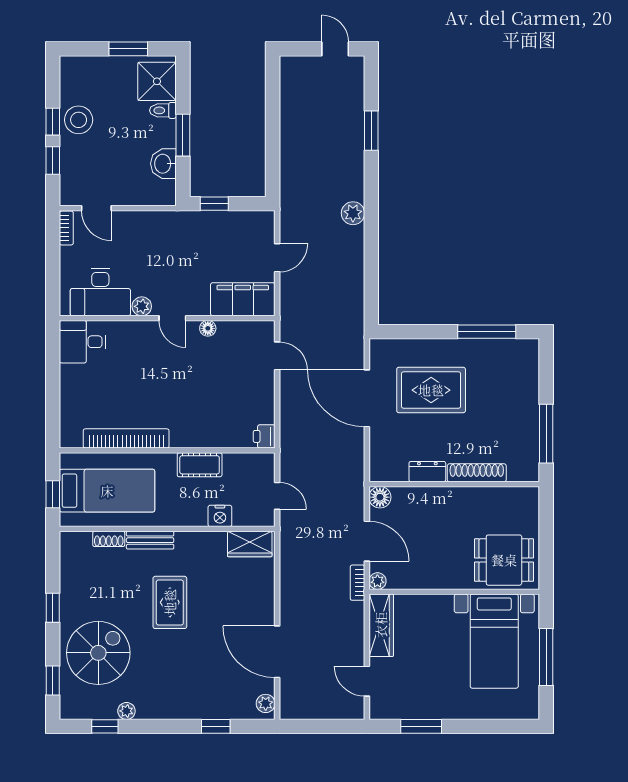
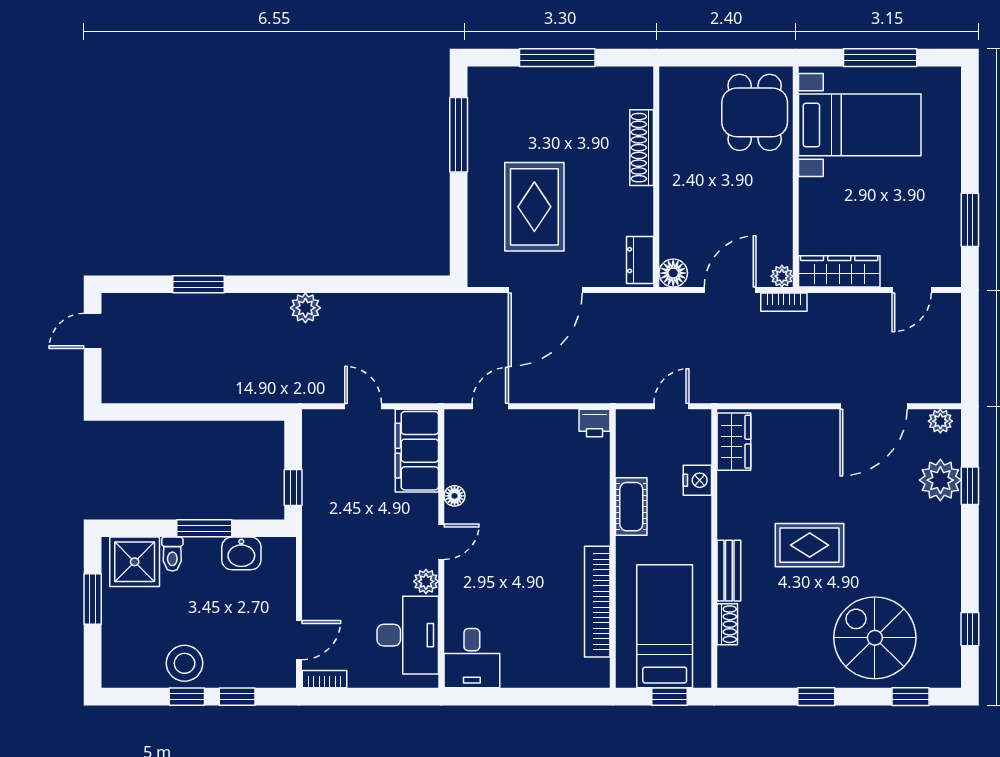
window: (546, 434) -> (557, 58), moved
dresser: (427, 472) -> (640, 260), moved
plant: (126, 711) -> (940, 480), moved, width x1.88, depth x1.88

